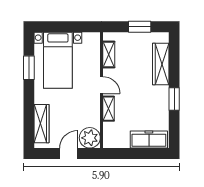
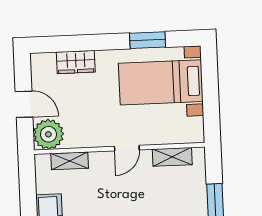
shelving: (108, 109) -> (70, 161), moved
wardrobe: (42, 124) -> (76, 62), width x0.67

